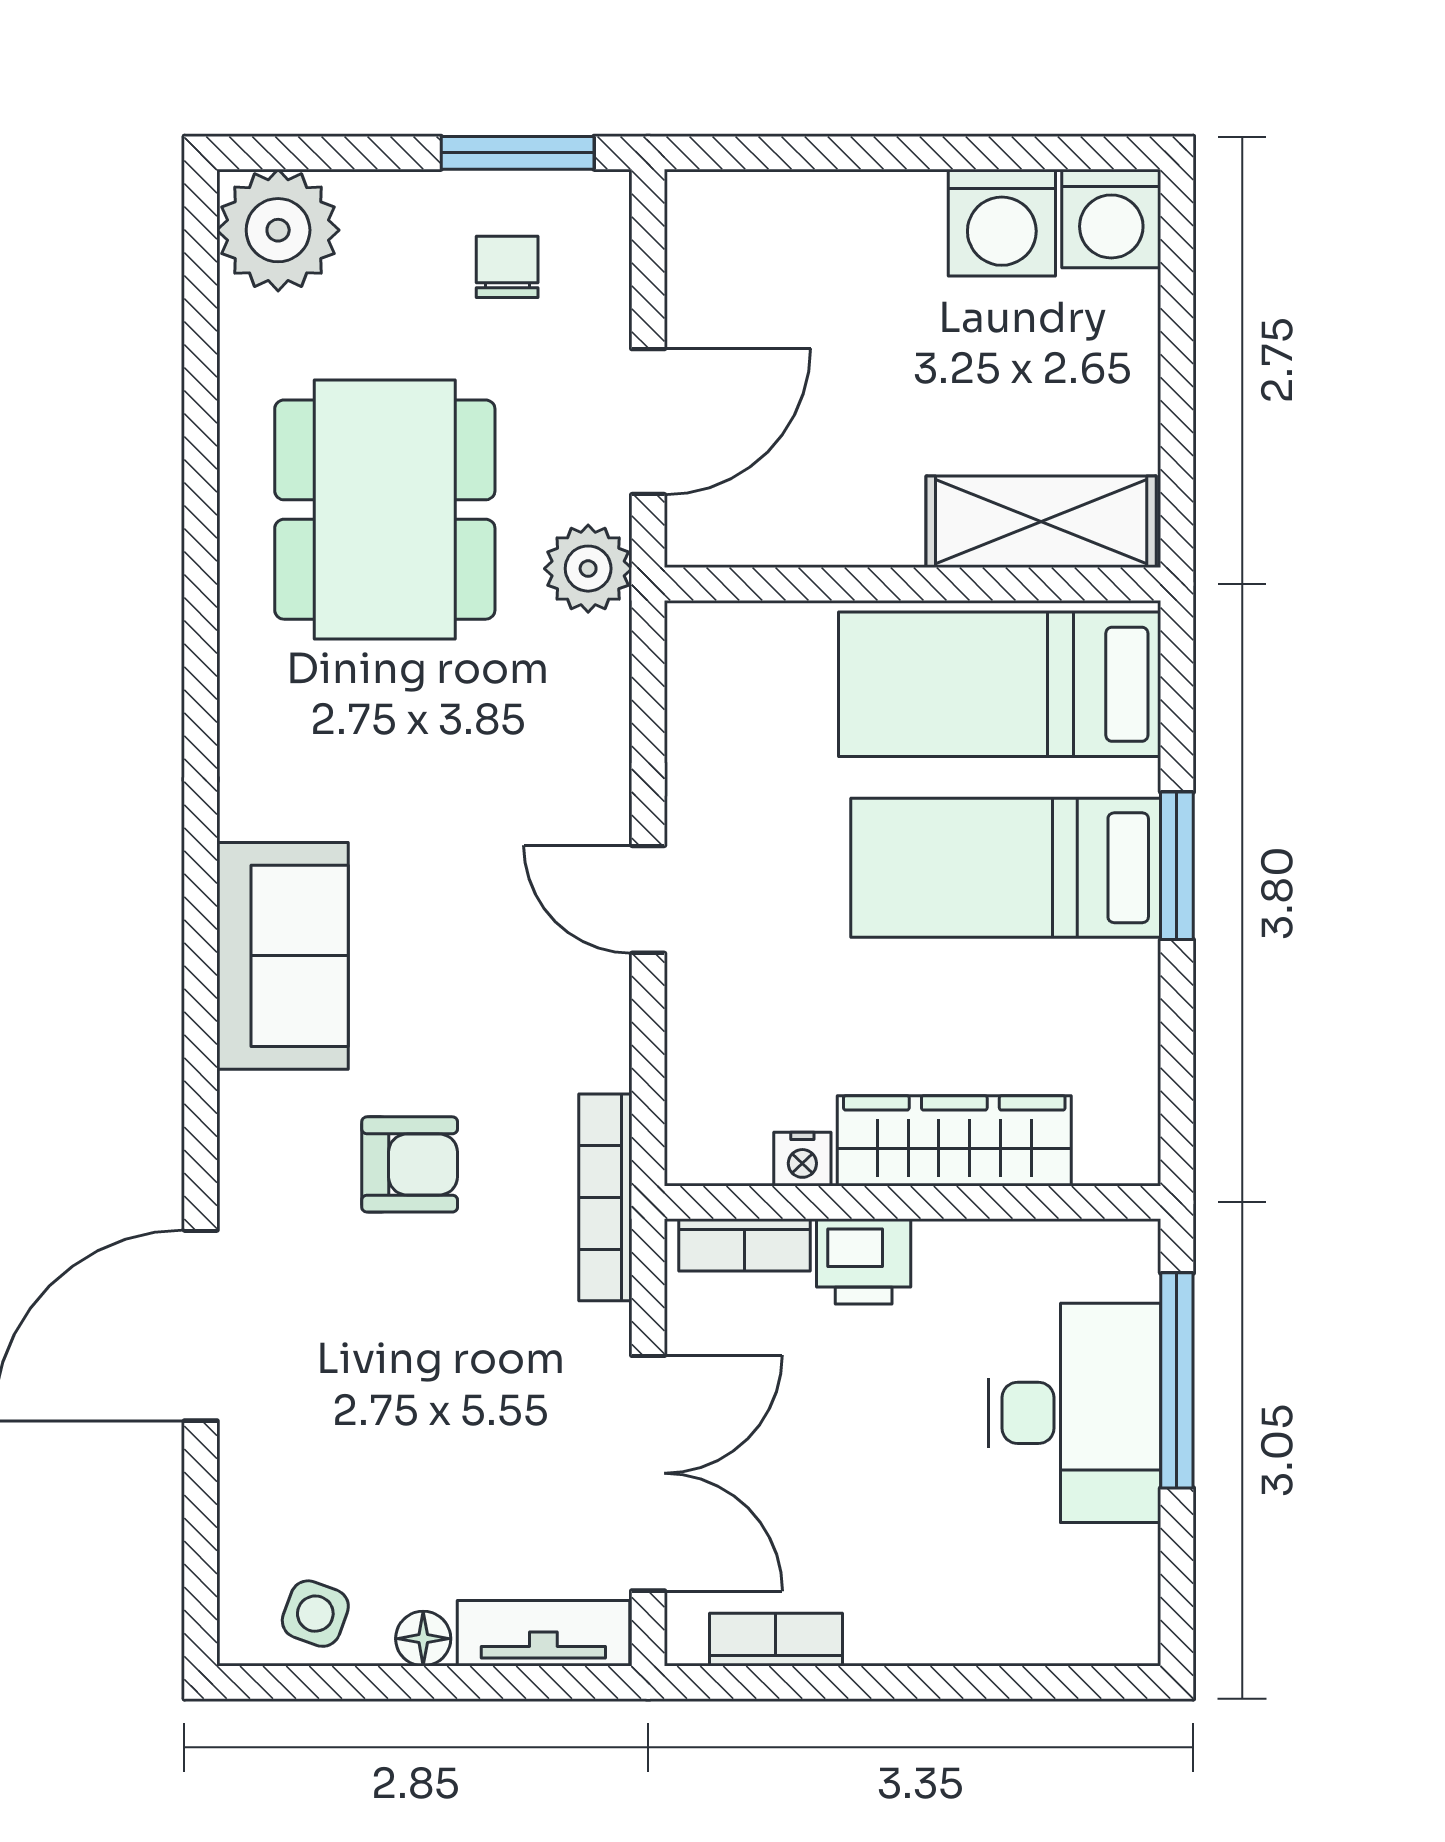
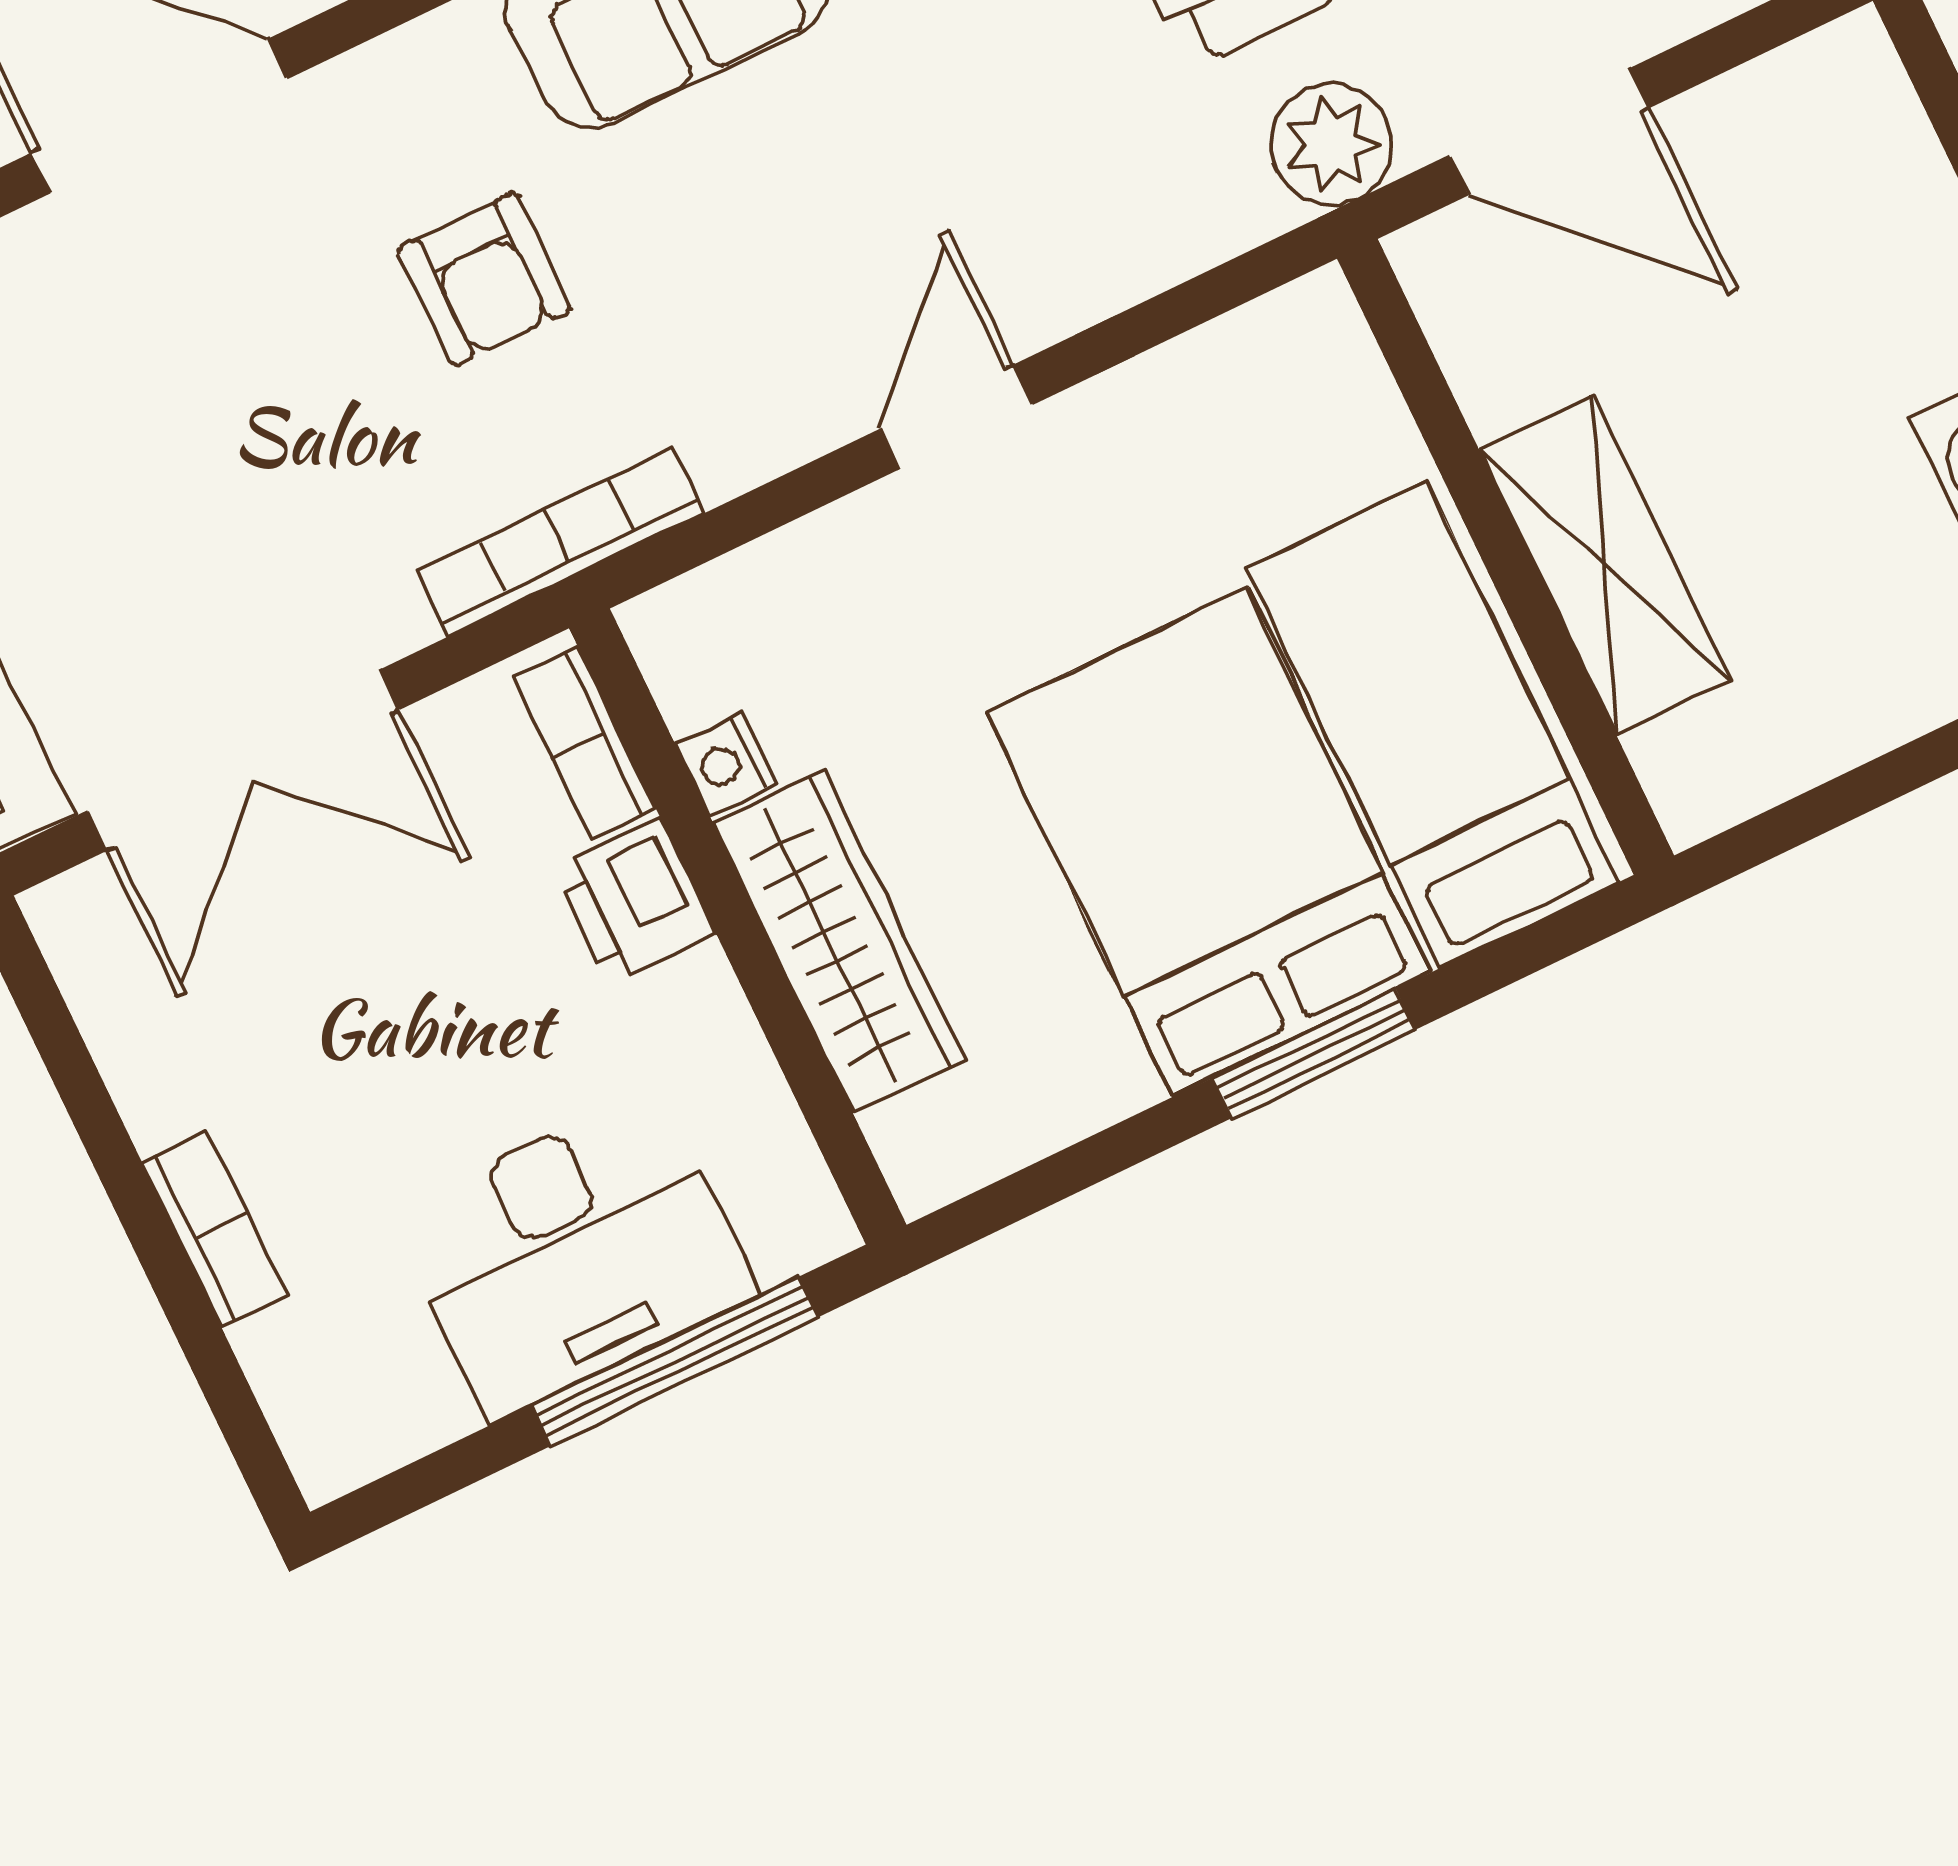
shelving: (1041, 522) -> (1605, 565), moved
bed: (1006, 868) -> (1209, 842), width x1.50
bookcase: (776, 1640) -> (214, 1229), moved

